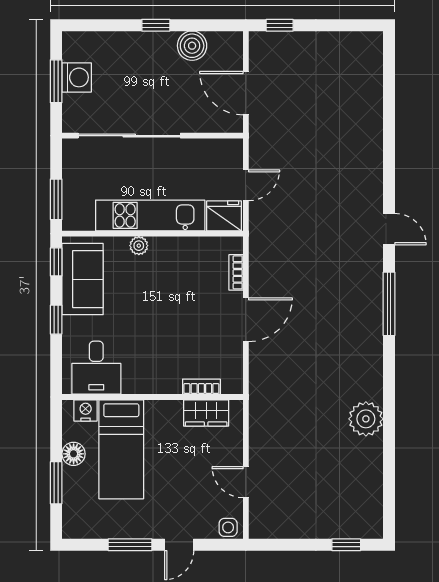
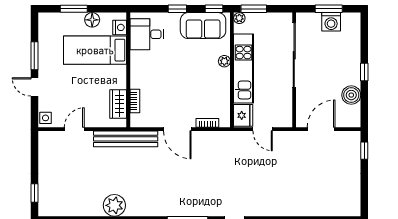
plant: (71, 222) -> (239, 18), added
bench: (261, 401) -> (126, 139), added

